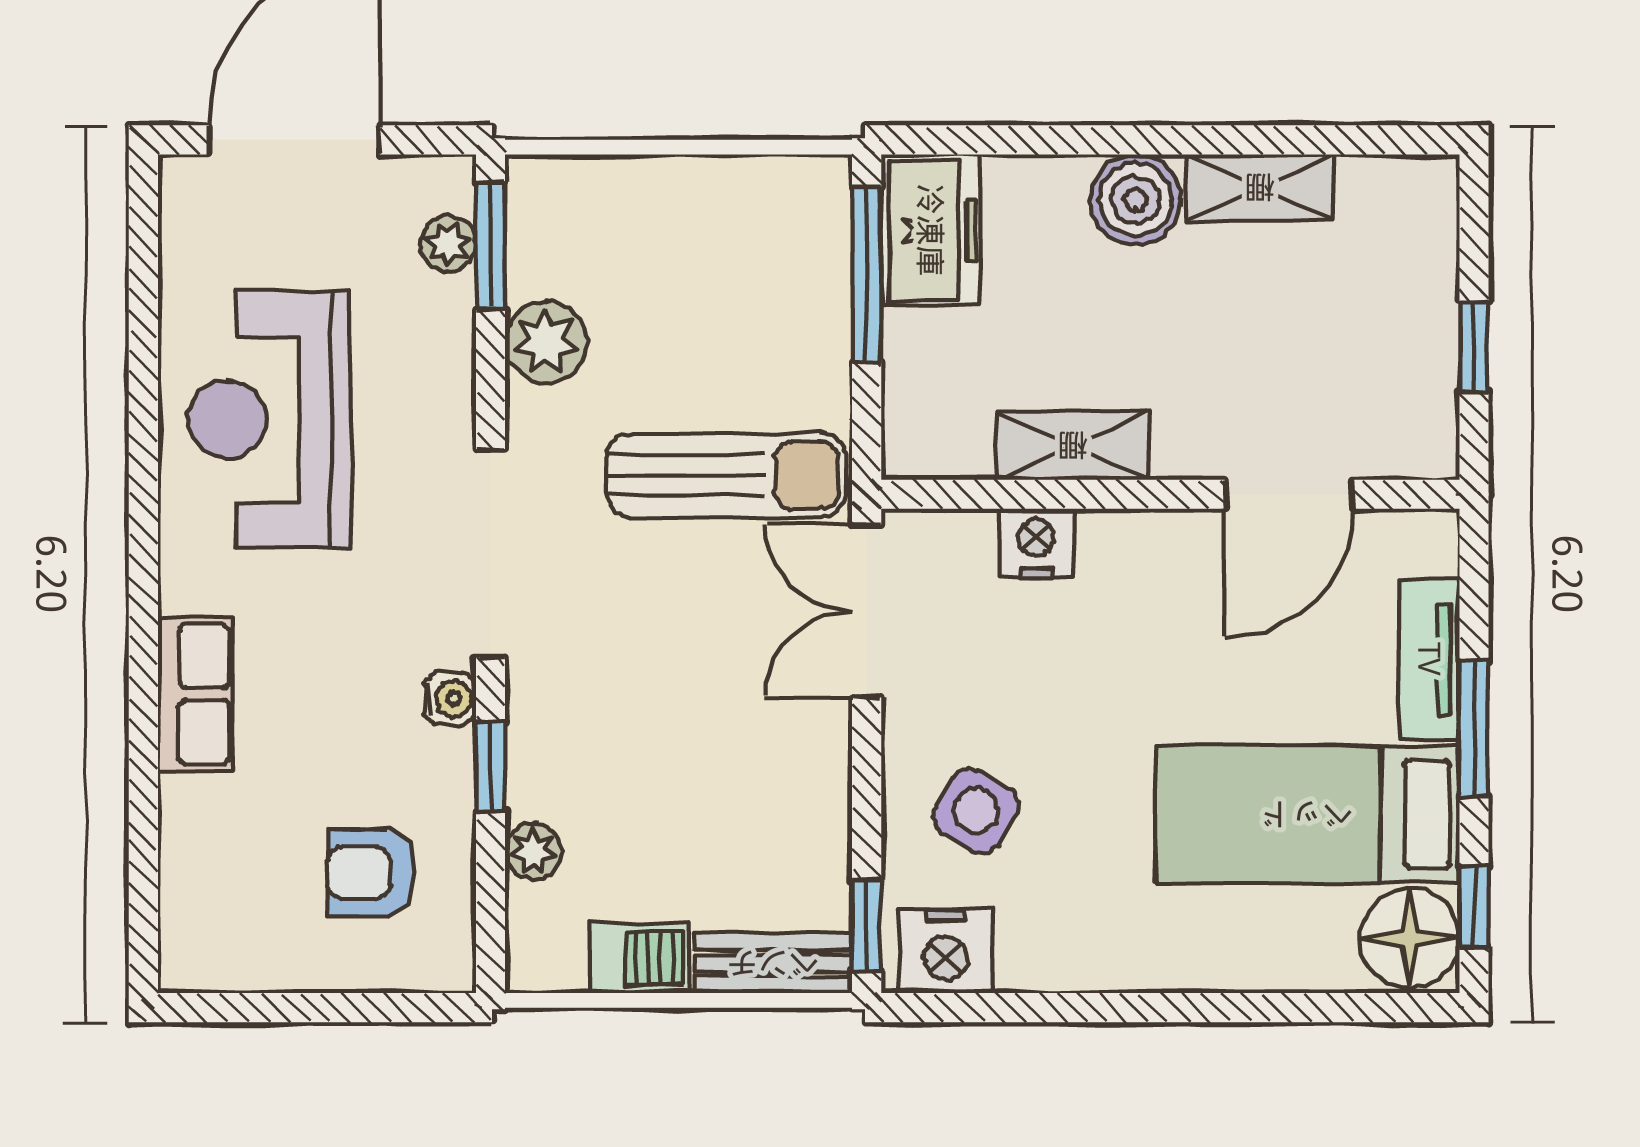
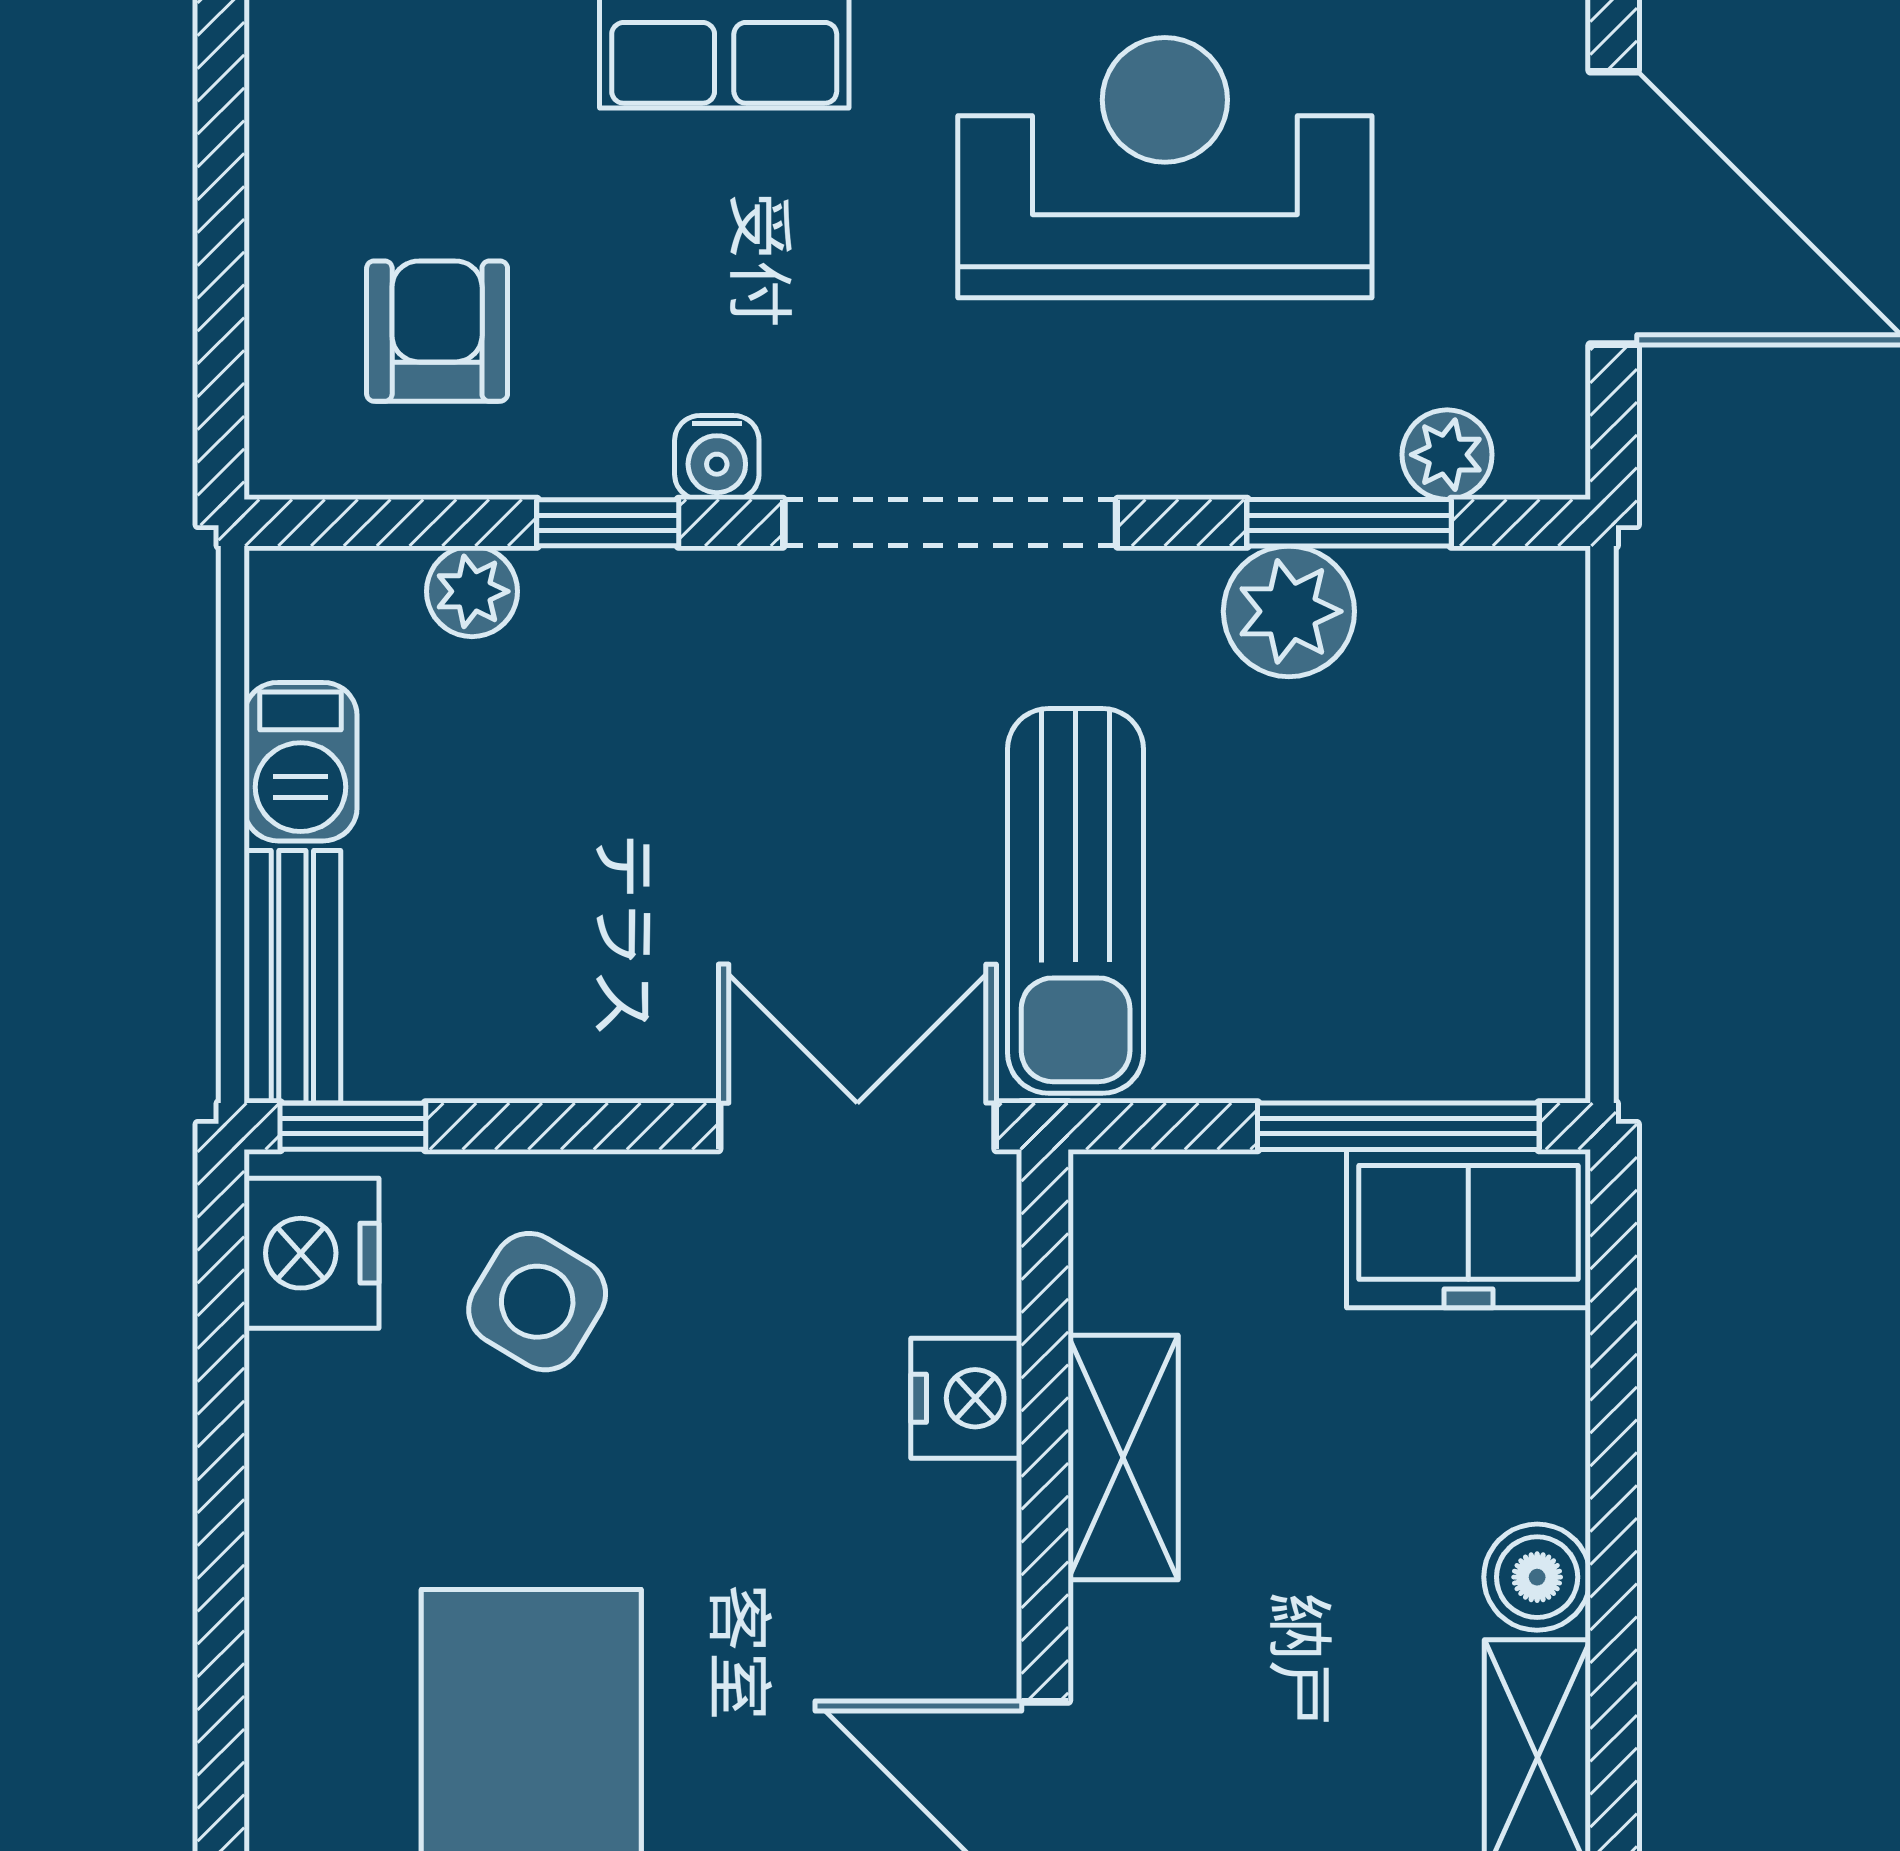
boiler: (1135, 200) -> (1537, 1577), width x0.73, depth x0.73
window: (491, 245) -> (1349, 523), moved

